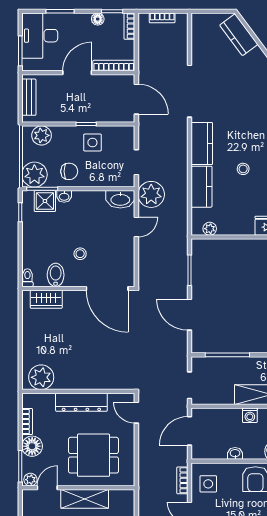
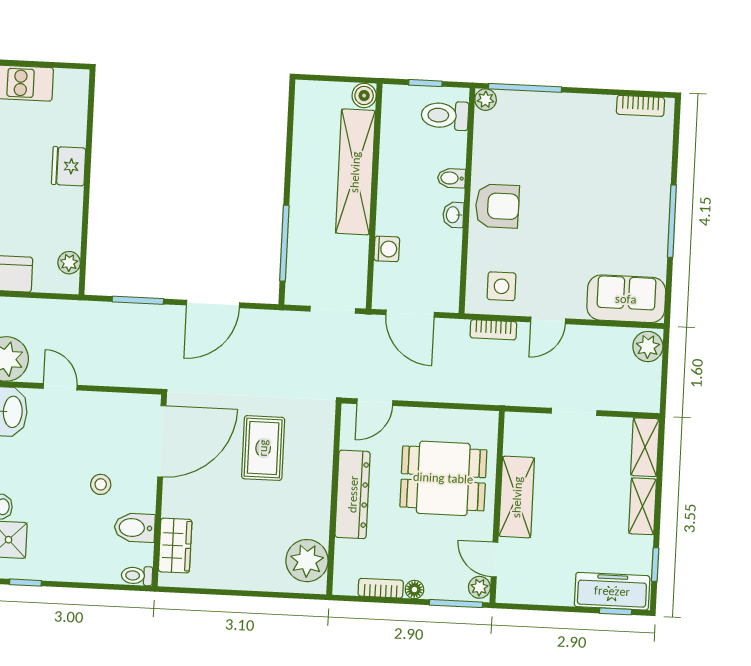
rug: (106, 348) -> (263, 448), added
washing machine: (250, 415) -> (387, 249), moved
floor lamp: (32, 446) -> (414, 590), width x0.53, depth x0.53
washbasin: (235, 453) -> (453, 215), moved
dining table: (93, 455) -> (443, 478), turned 90

